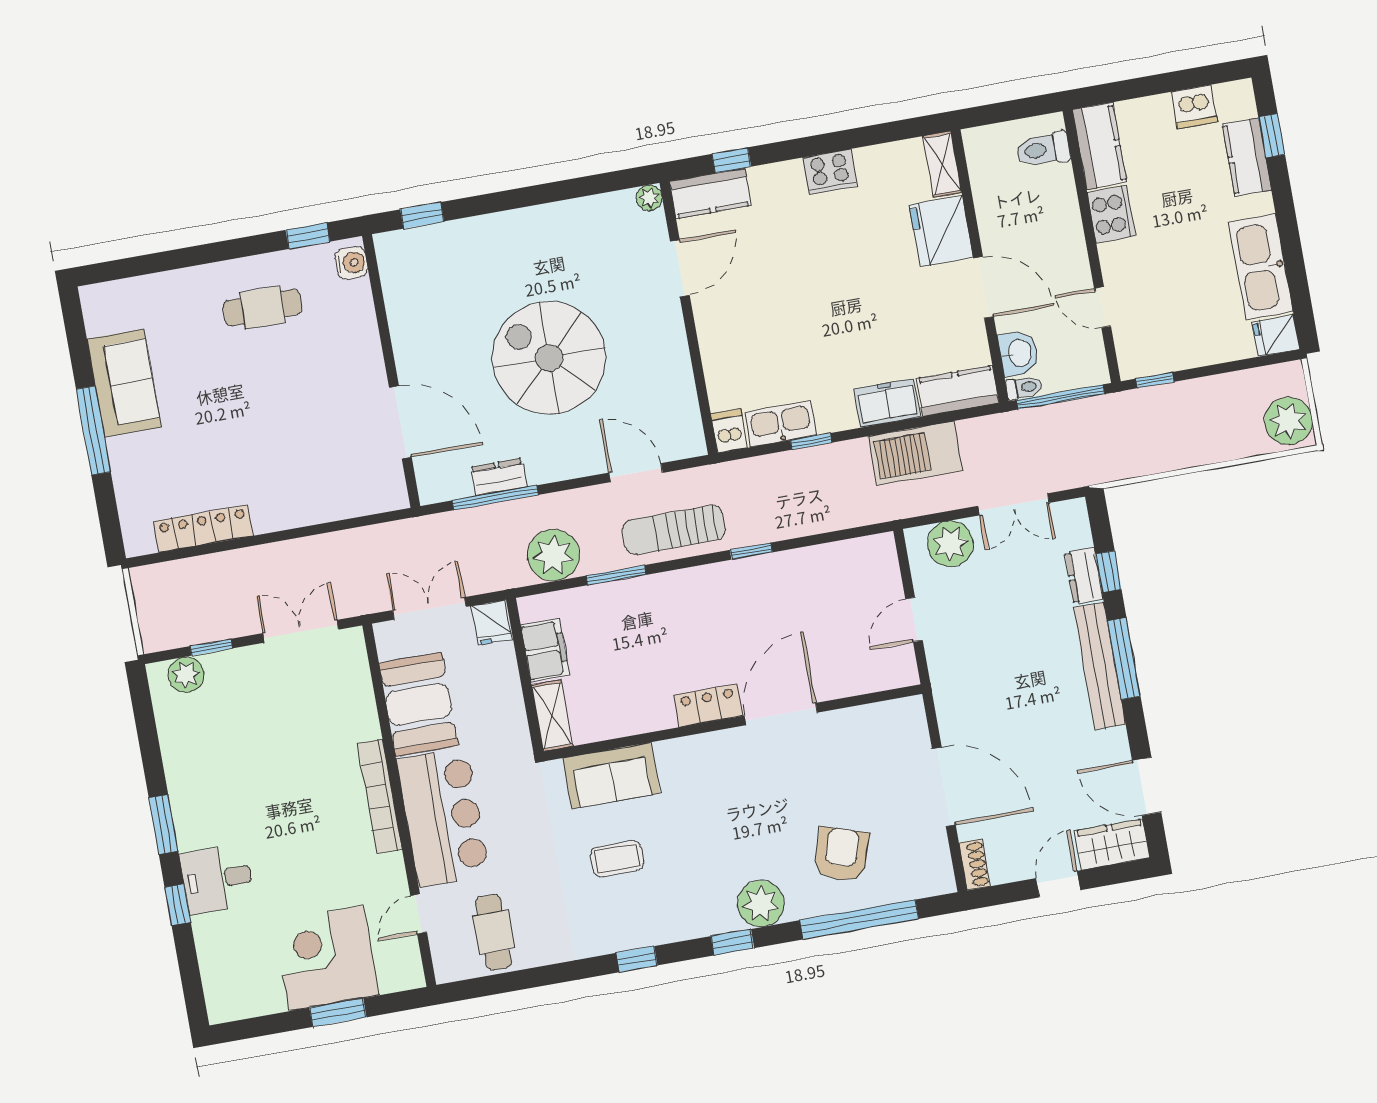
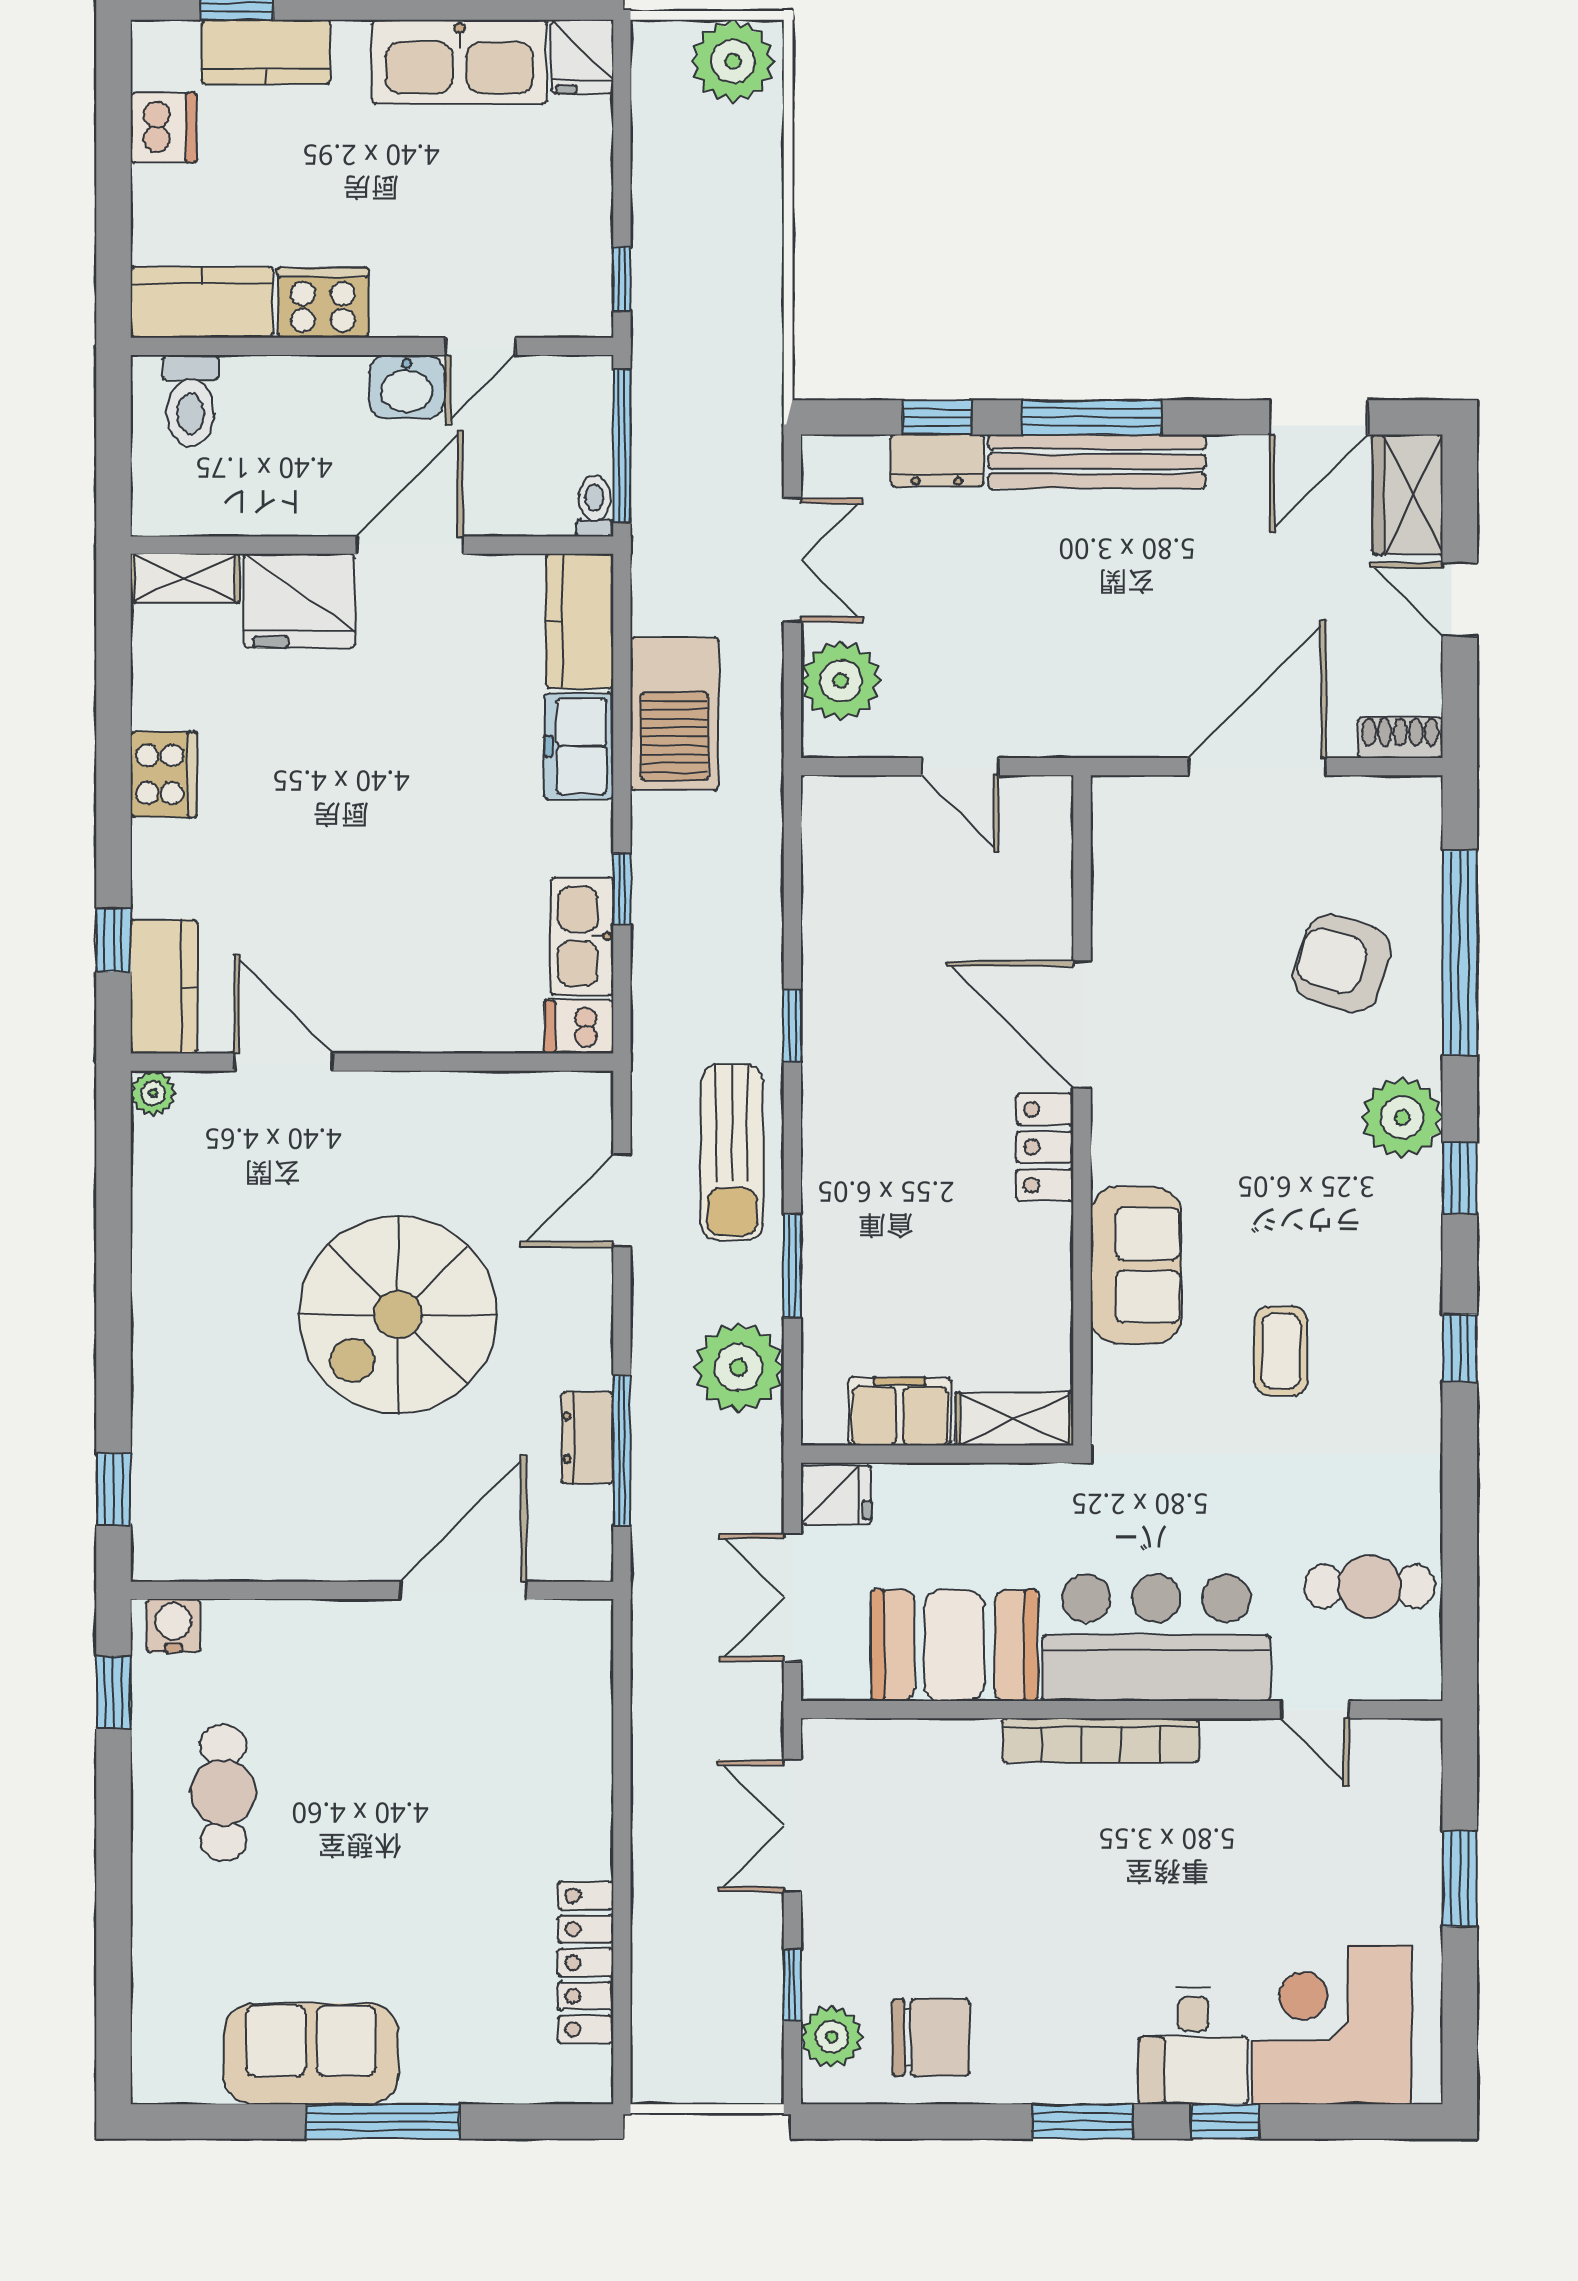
washbasin: (1019, 353) -> (407, 387), moved, turned 180
chair: (196, 731) -> (931, 2037), added
sofa: (611, 776) -> (1136, 1265), moved
corner desk: (326, 958) -> (1332, 2025), moved, turned 90

